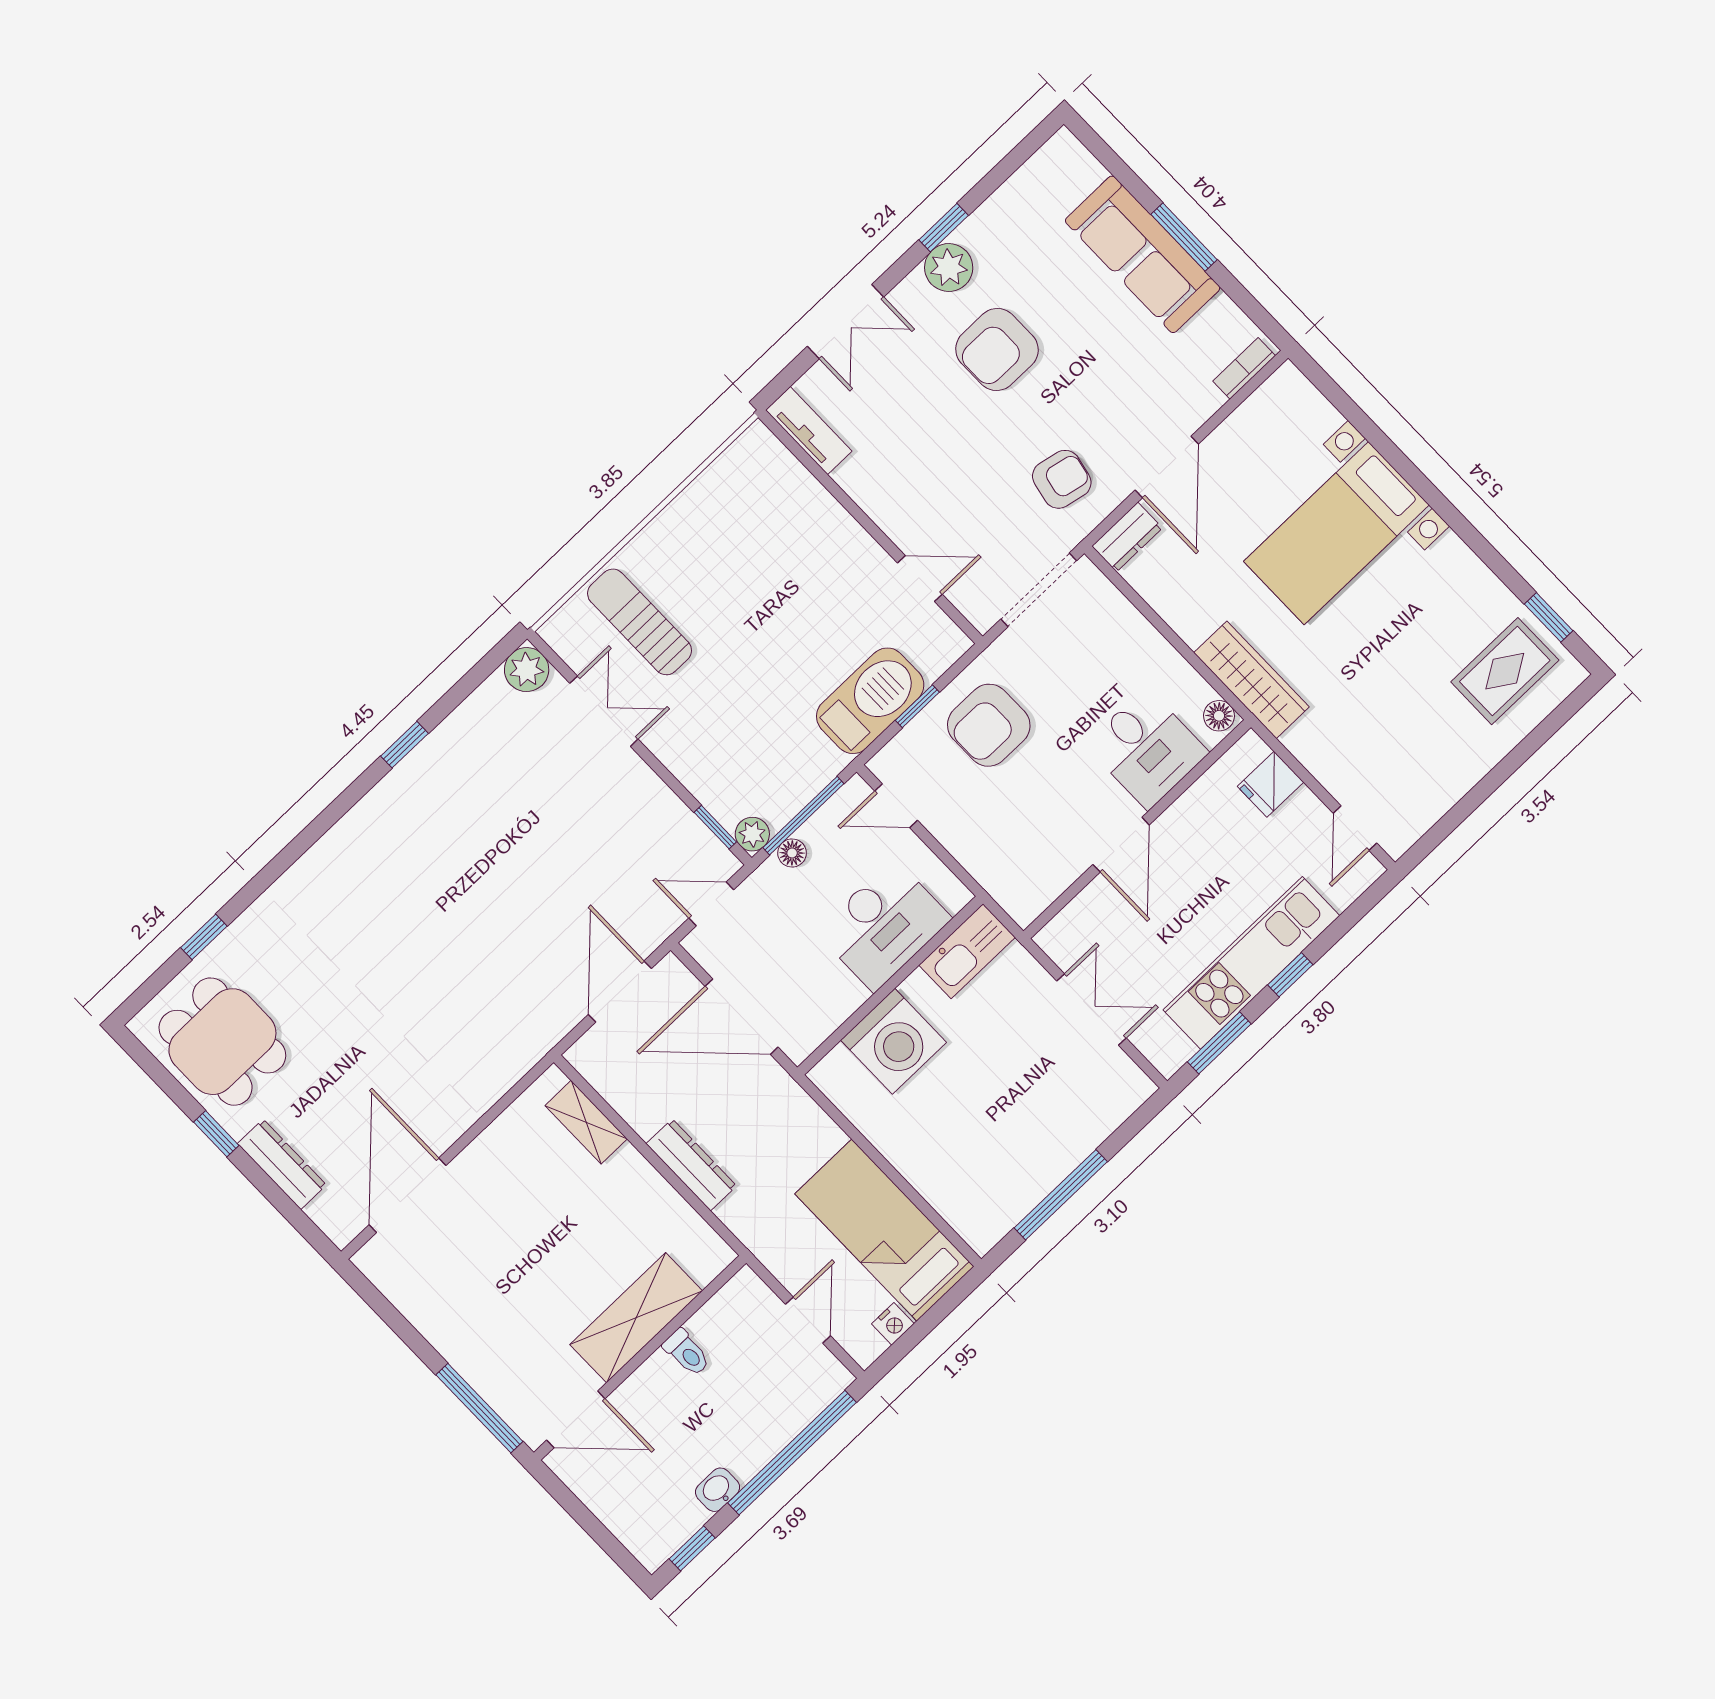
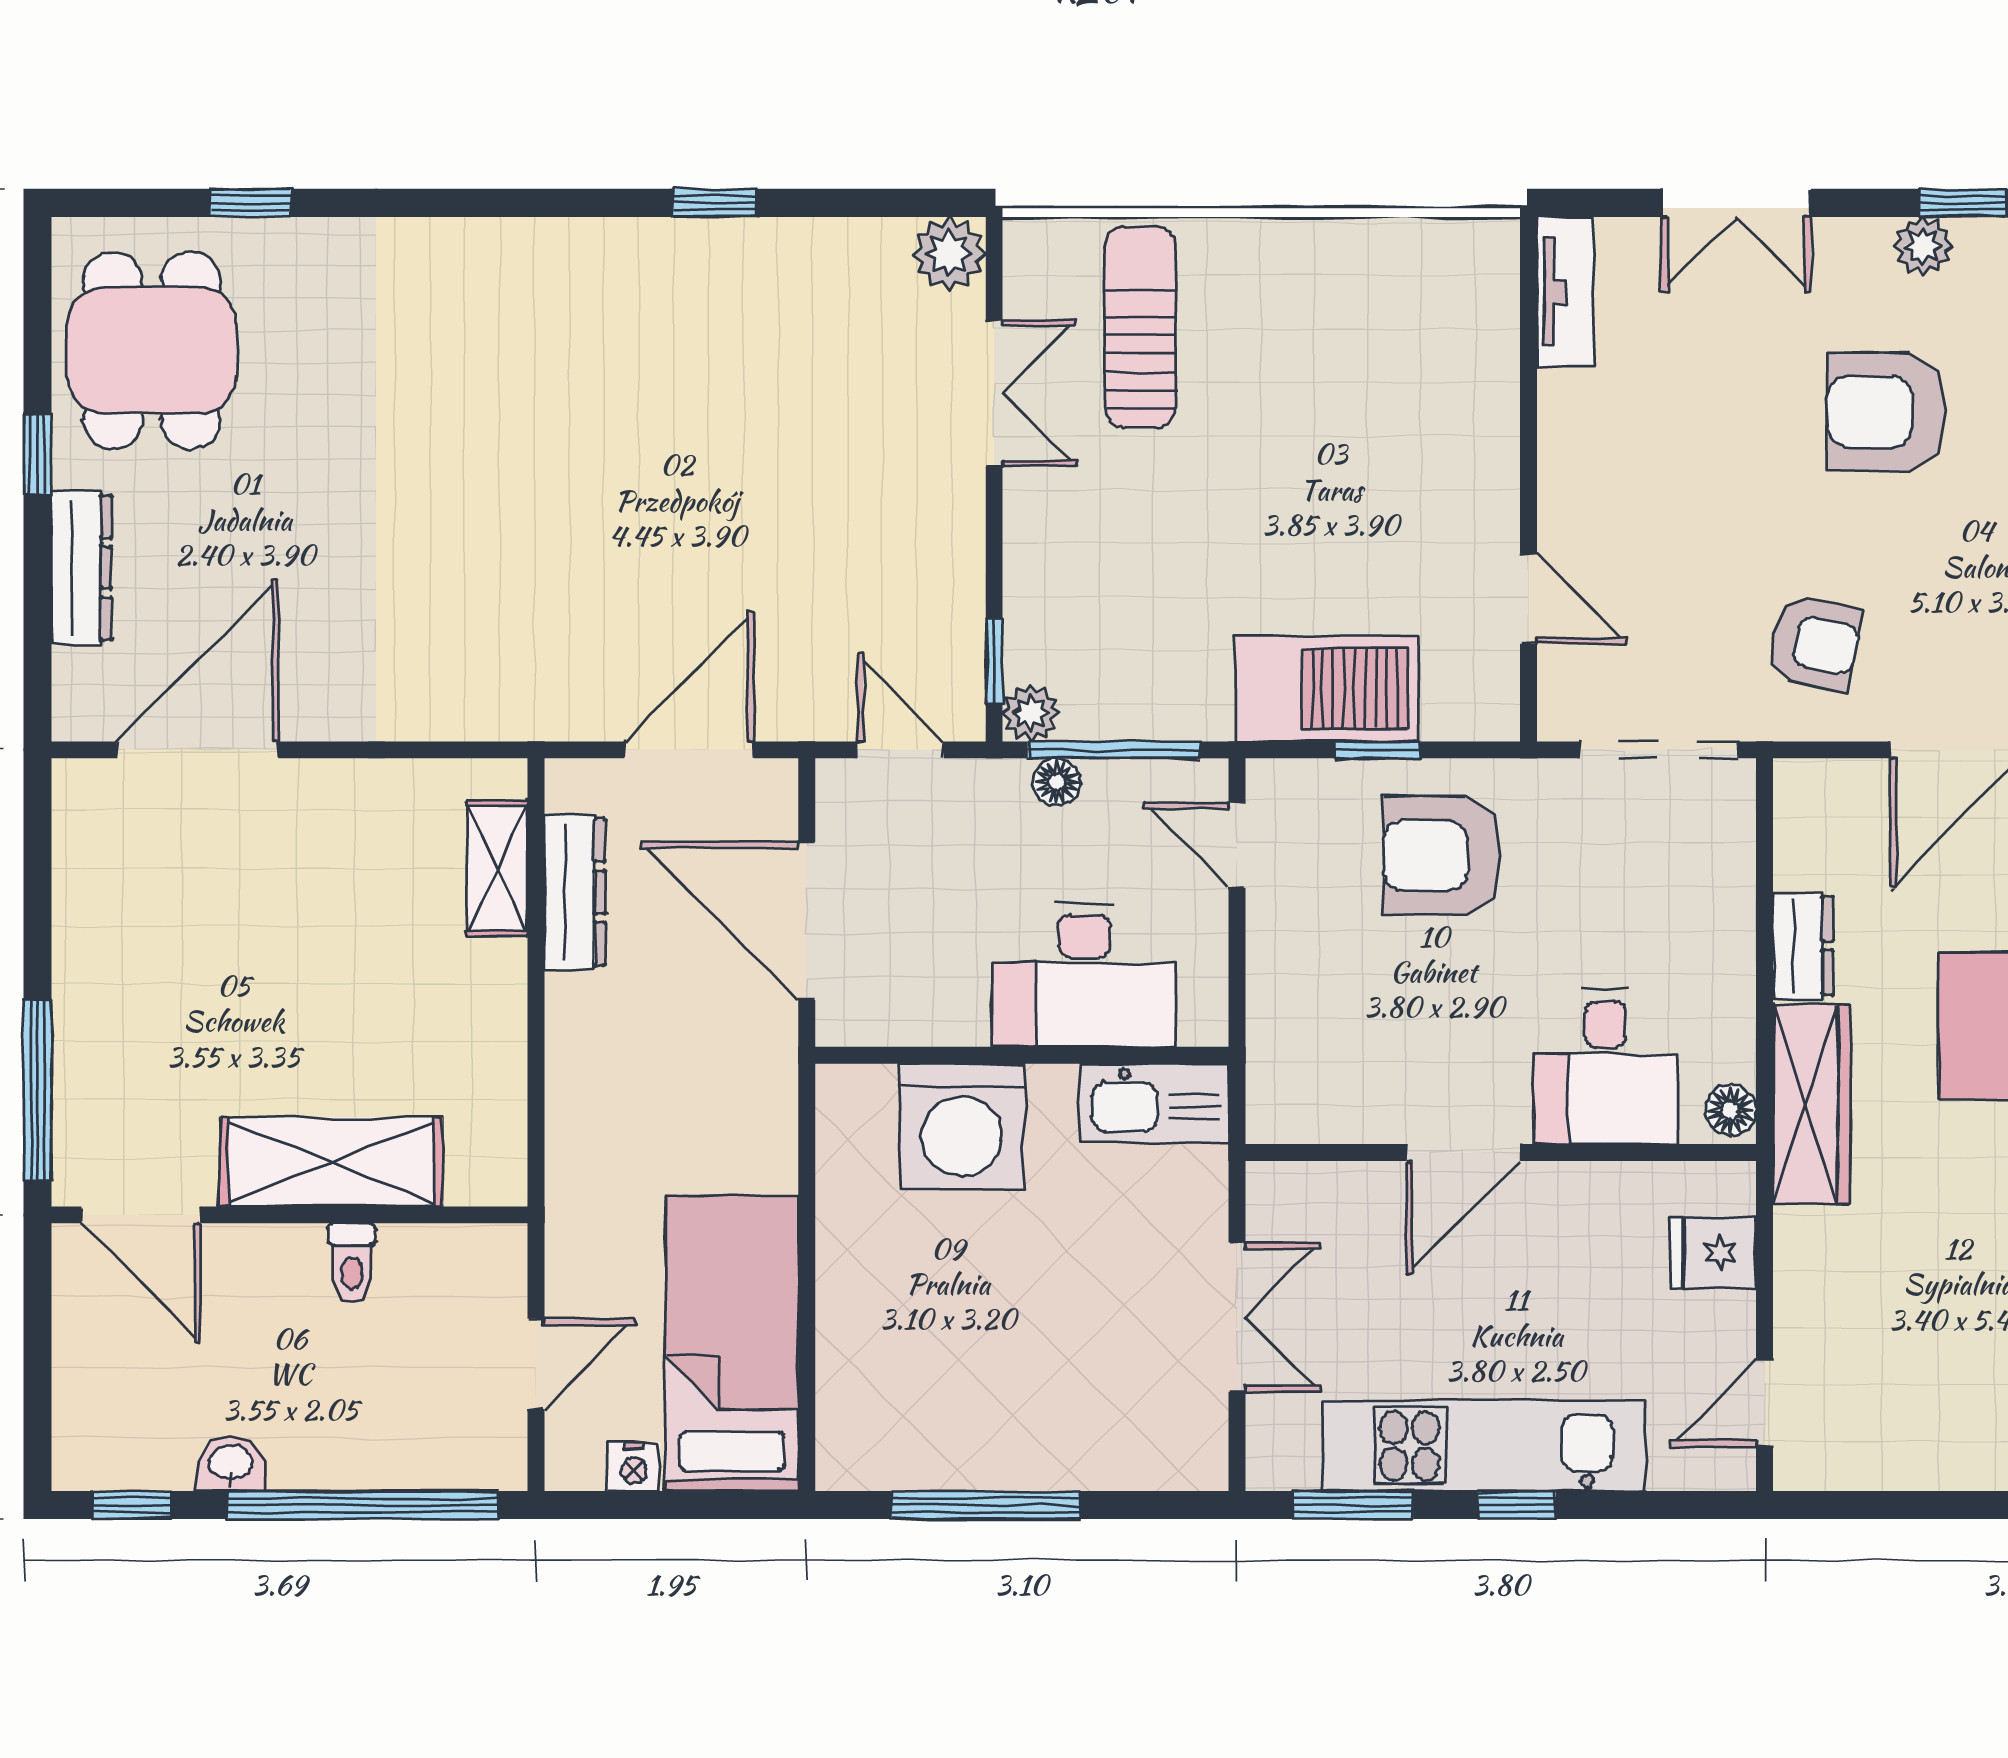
plant: (949, 268) -> (1923, 246), width x0.73, depth x0.73
dresser: (1127, 537) -> (1803, 946), moved, turned -90
dresser: (691, 1165) -> (575, 892), moved

